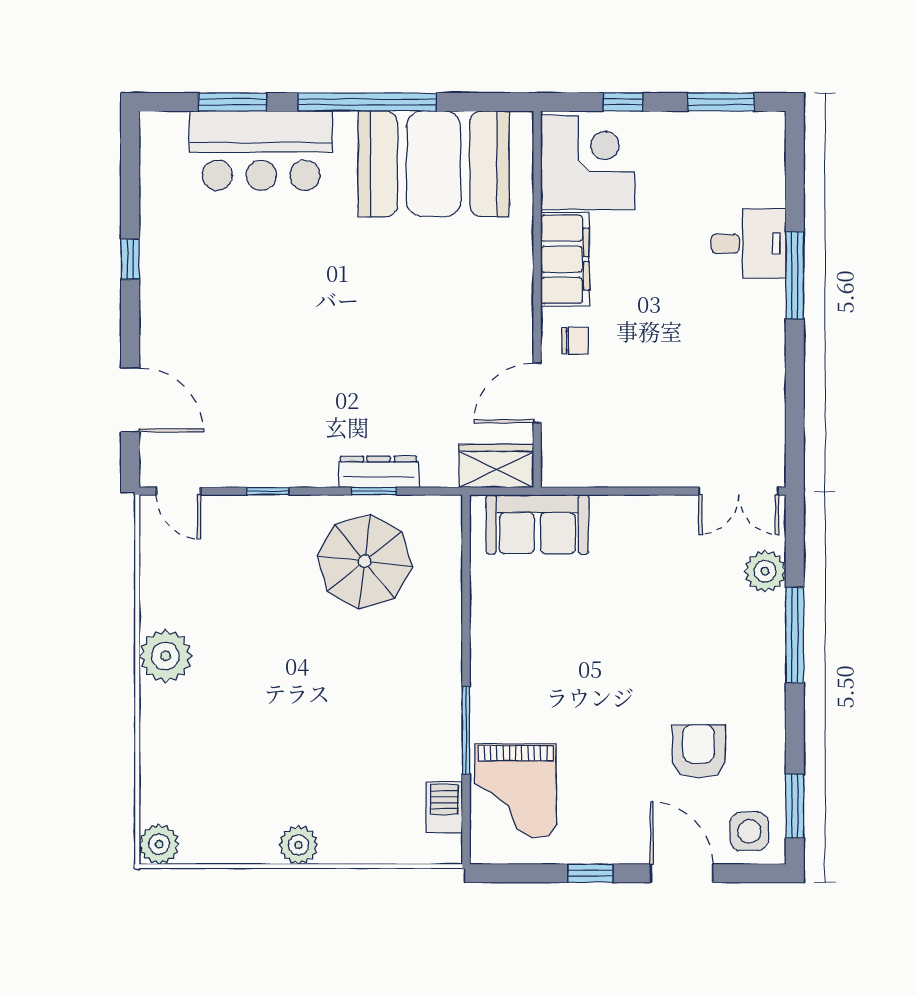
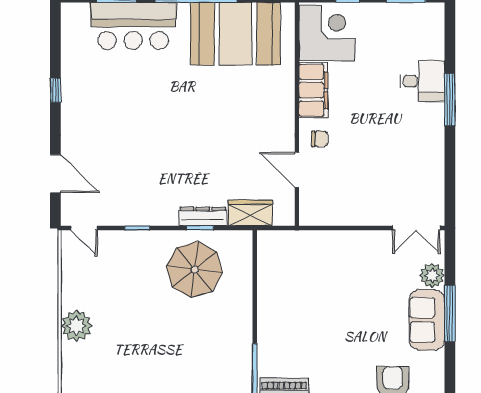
door: (537, 393) -> (297, 170), hinge flipped
wardrobe: (496, 466) -> (250, 213), moved
sofa: (537, 524) -> (427, 320), moved, turned 90

